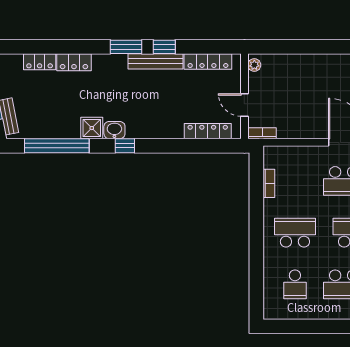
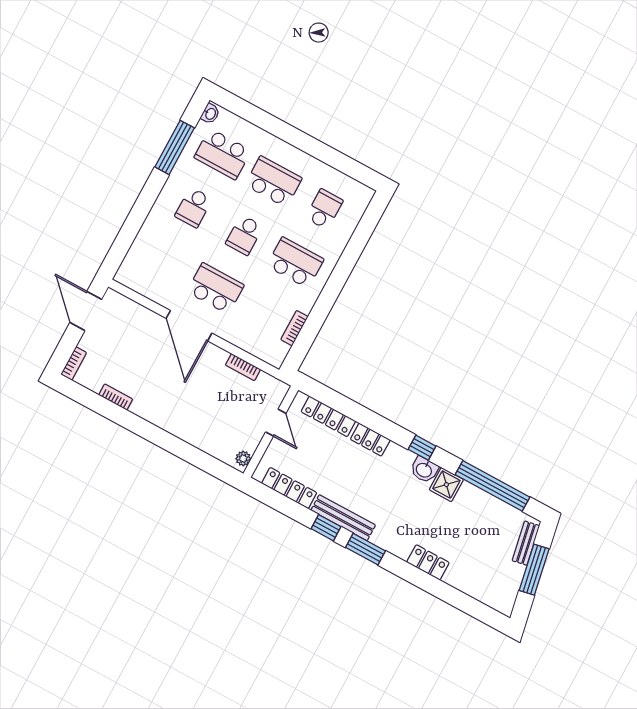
locker: (40, 62) -> (370, 440), moved, turned 180
bookcase: (262, 133) -> (243, 367), moved
school desk: (295, 233) -> (295, 263), turned 180

